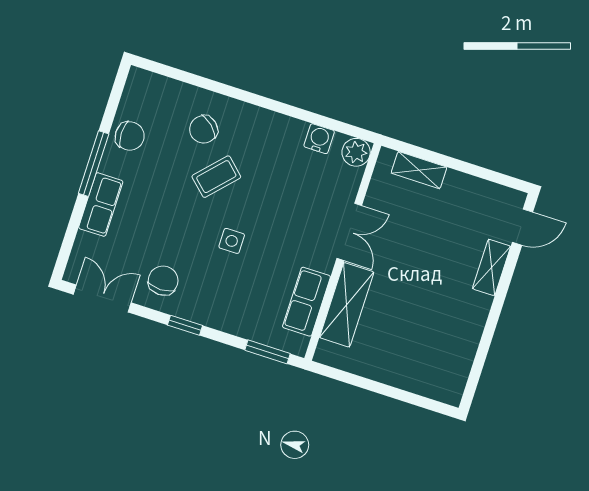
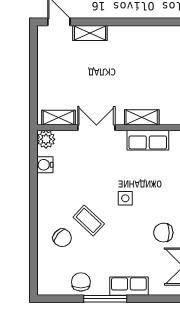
shelving: (419, 170) -> (58, 118), moved, turned 90
shelving: (347, 305) -> (142, 117), width x0.67, depth x0.75

